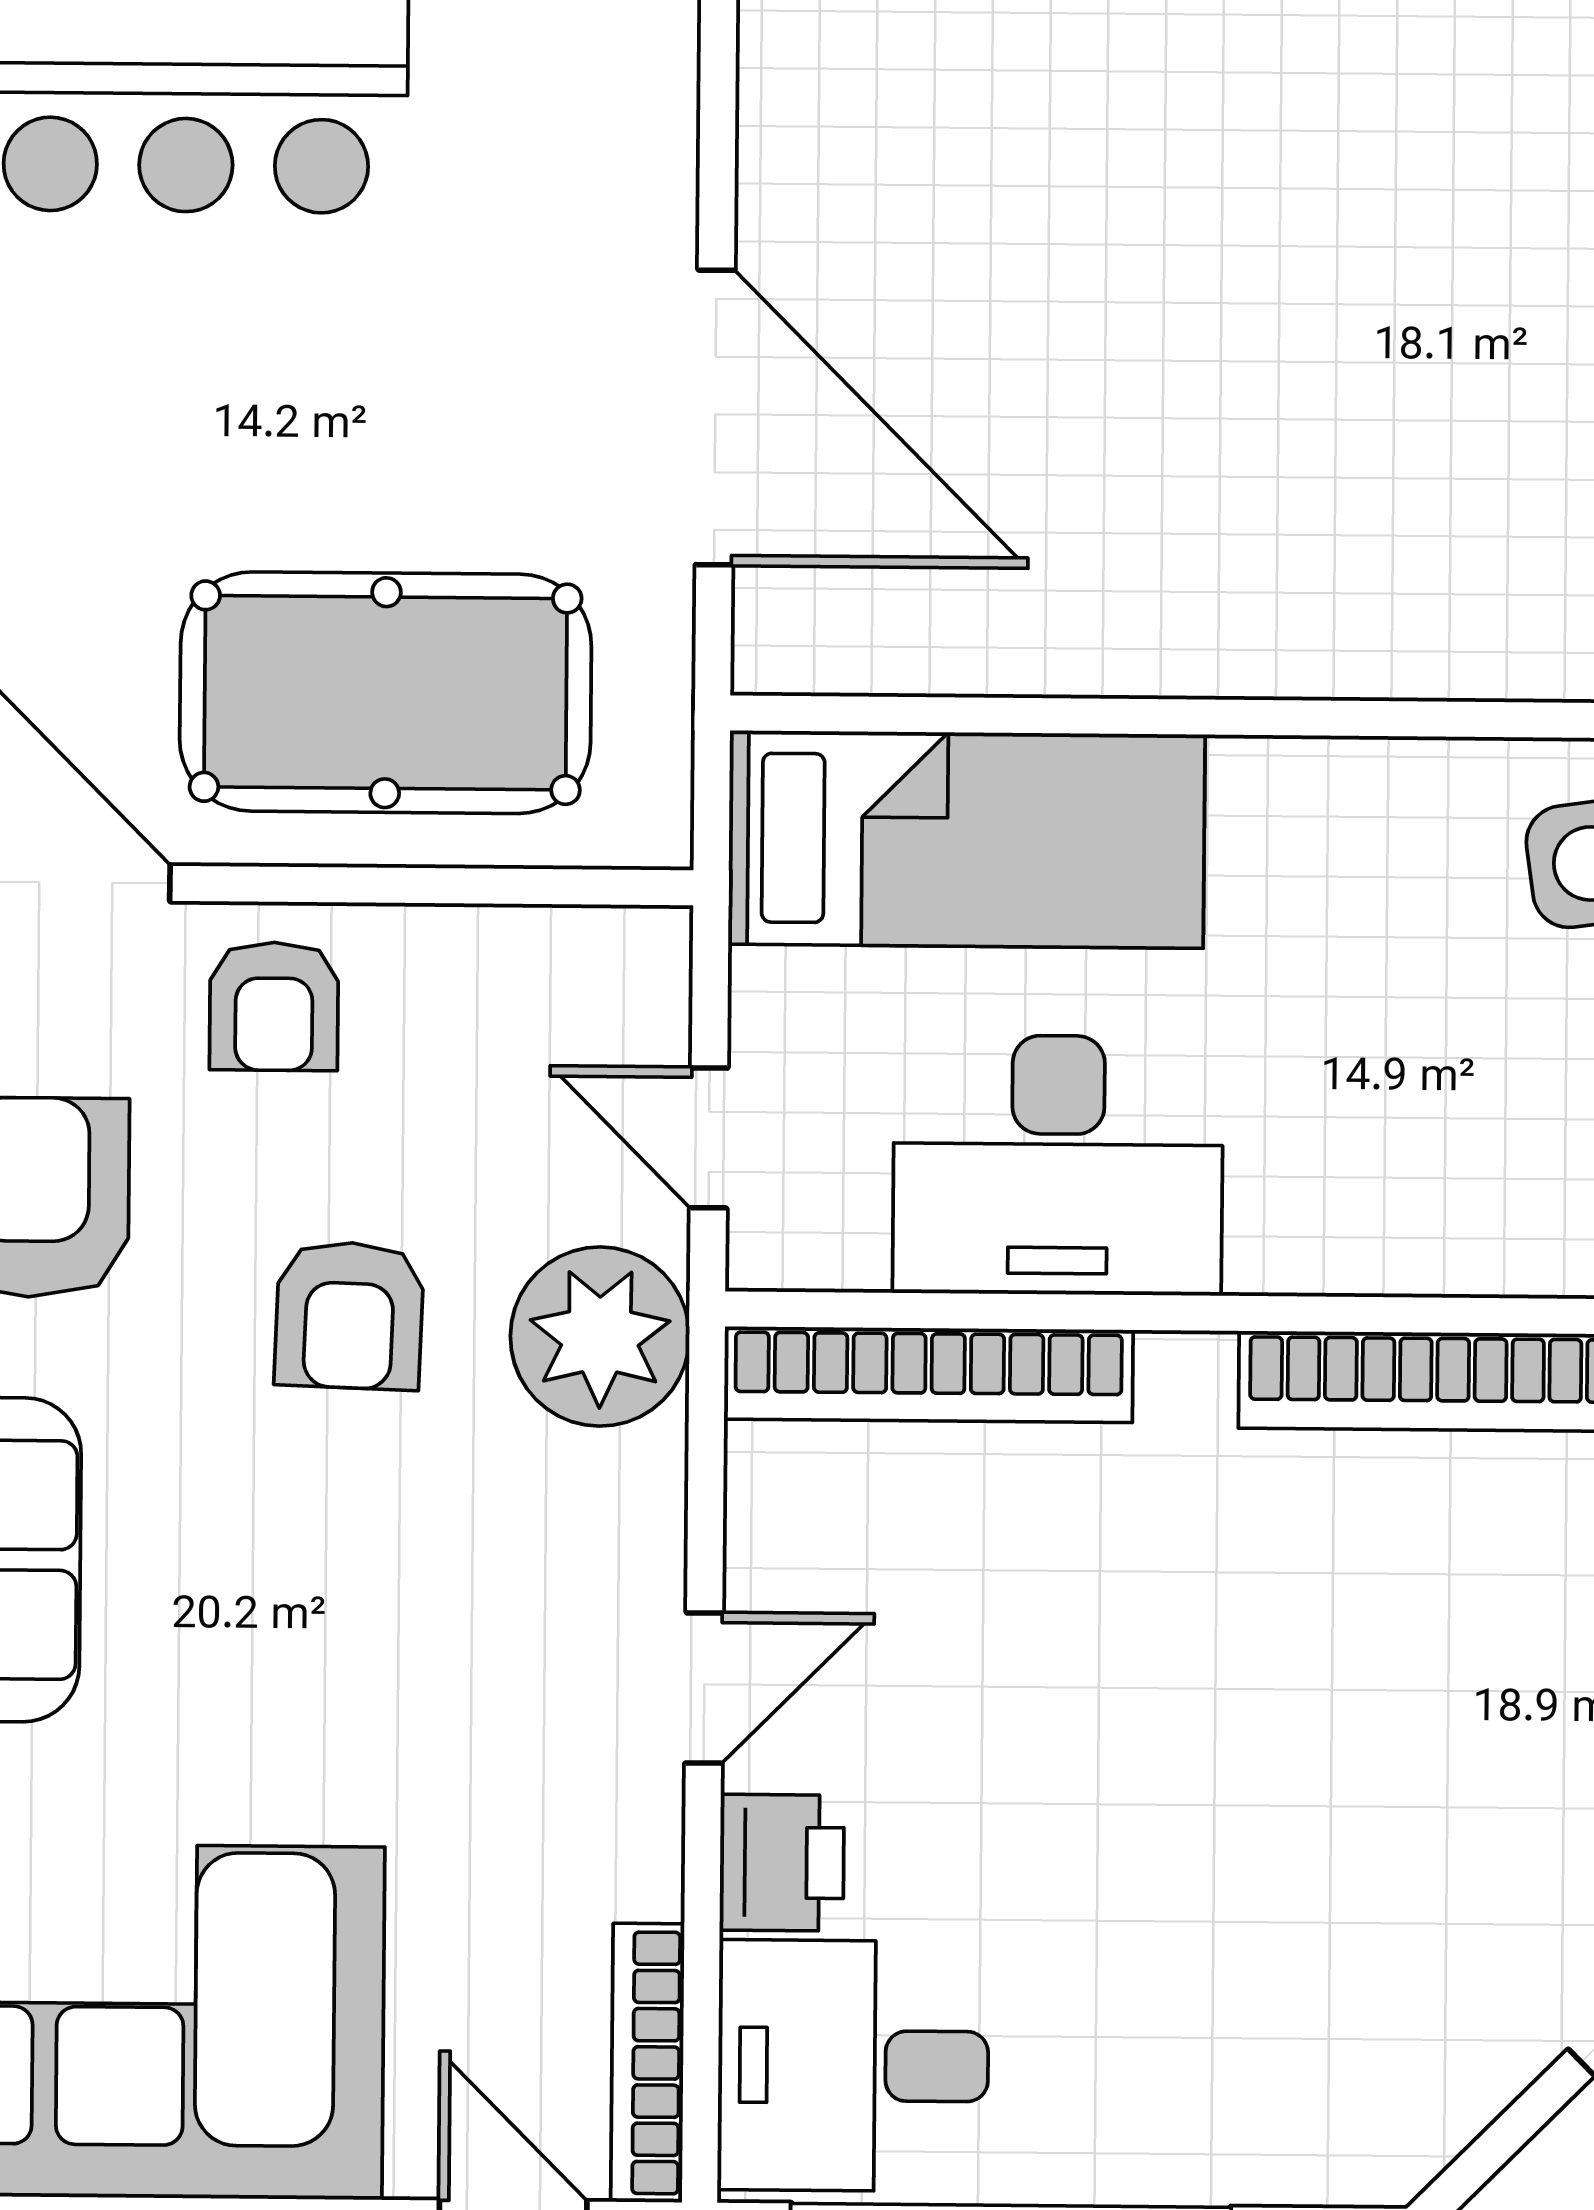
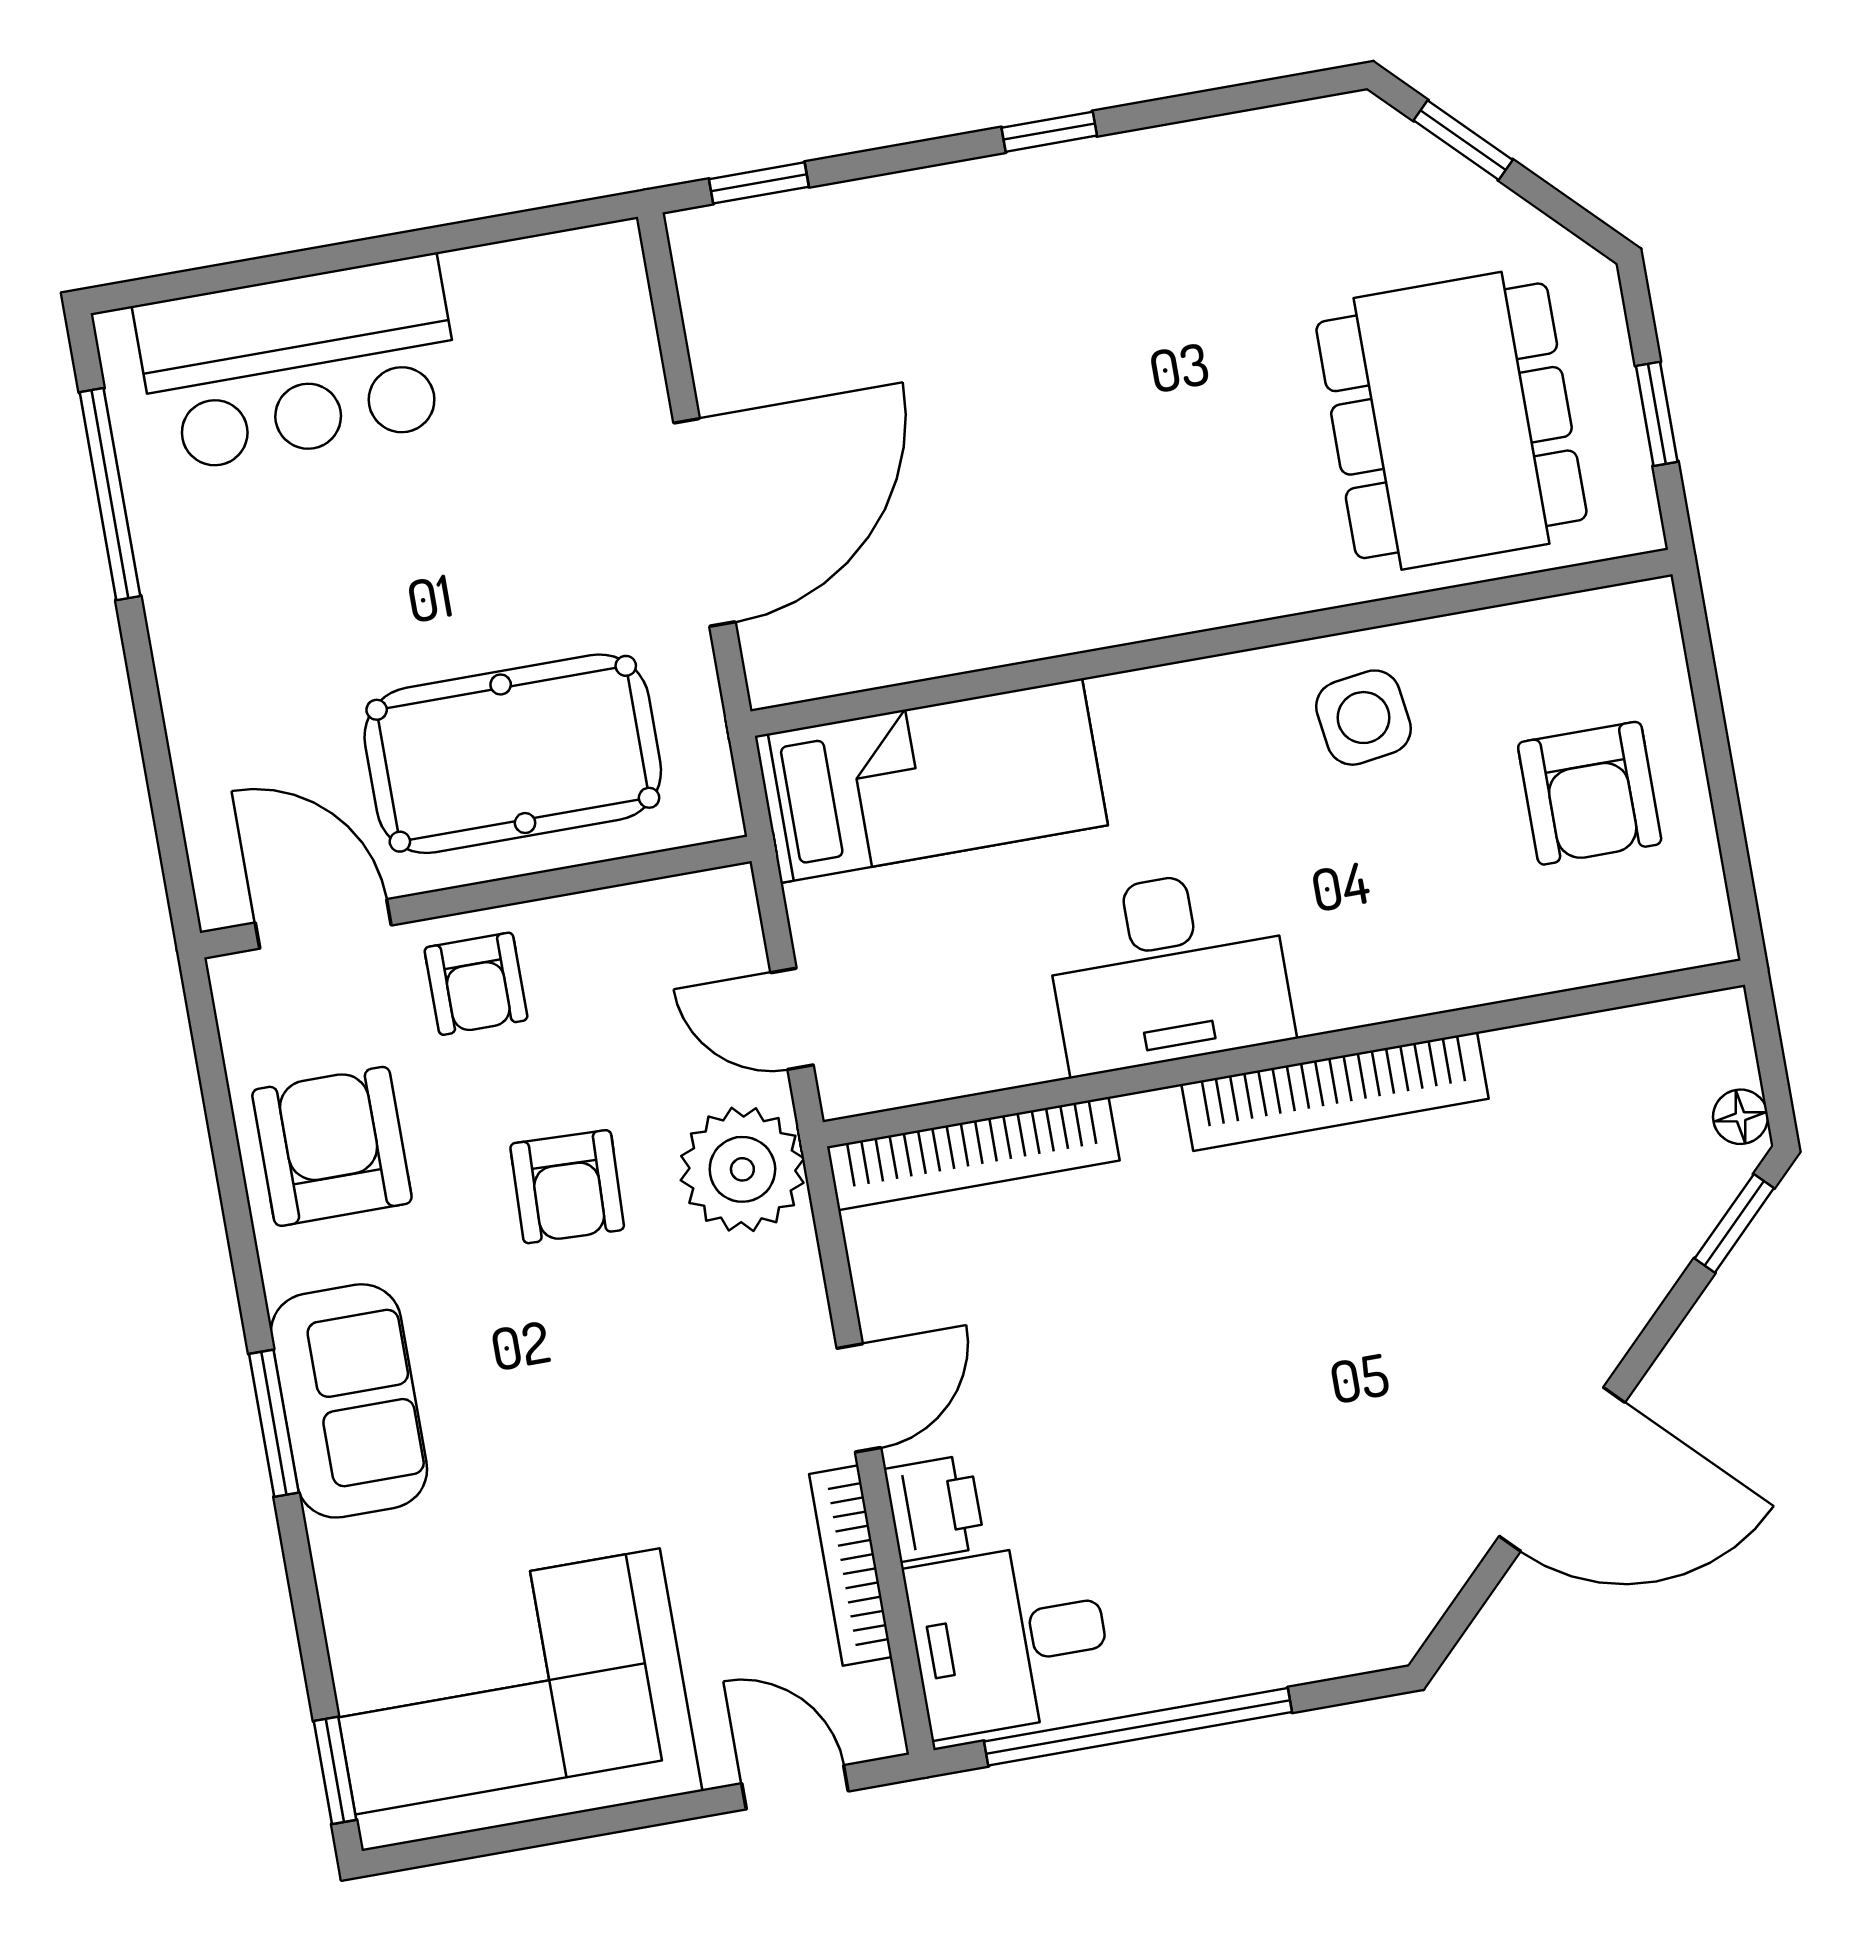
door: (715, 417) -> (704, 522), hinge flipped
desk: (1058, 1165) -> (1168, 970), moved
bookcase: (648, 2063) -> (851, 1566), moved

